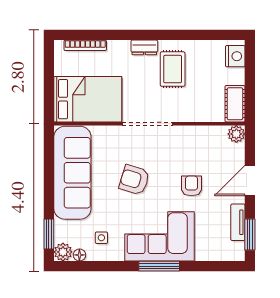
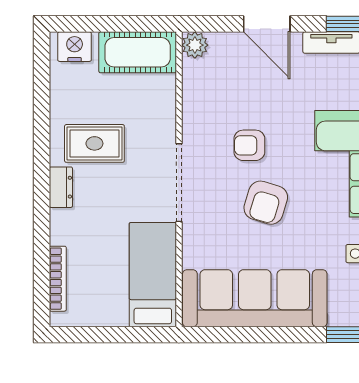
bed: (88, 99) -> (153, 275), width x0.67
cot: (235, 104) -> (138, 52), width x1.37, depth x1.34
armchair: (191, 186) -> (249, 145), moved

